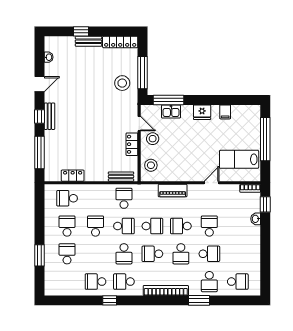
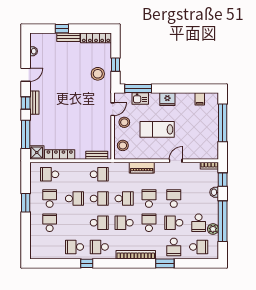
window: (143, 73) -> (115, 65), width x0.46
filing cabinet: (225, 112) -> (200, 99), moved
door: (139, 124) -> (113, 109), hinge flipped
locker: (132, 144) -> (106, 127), removed
lab bench: (239, 159) -> (157, 129), moved
shower: (52, 173) -> (37, 152), added
locker: (73, 176) -> (60, 155), width x1.53
school desk: (124, 198) -> (99, 174), turned 90
school desk: (95, 226) -> (74, 199), turned 90
school desk: (181, 226) -> (149, 199), turned 90
window: (265, 252) -> (223, 221), added
school desk: (124, 254) -> (99, 223), turned -90
school desk: (181, 254) -> (149, 223), turned 180
school desk: (209, 254) -> (174, 223), turned 180
school desk: (238, 254) -> (199, 223), added
window: (40, 255) -> (26, 203), moved
plant: (254, 261) -> (213, 229), added

